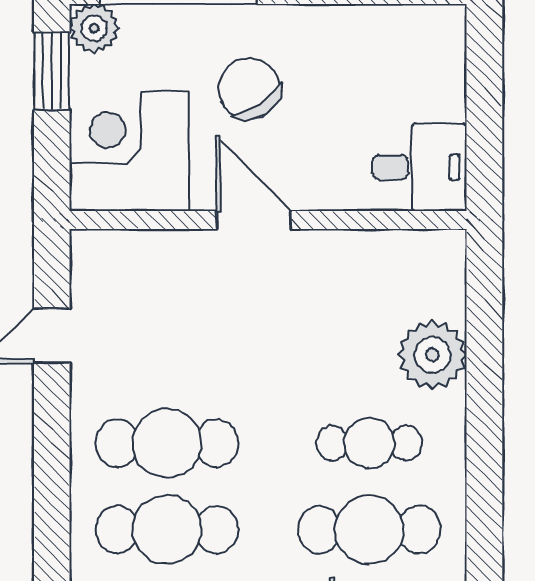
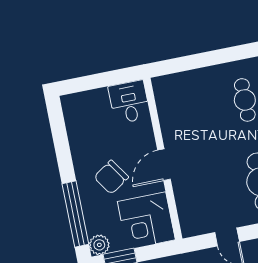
plant: (432, 355) -> (204, 82), removed

